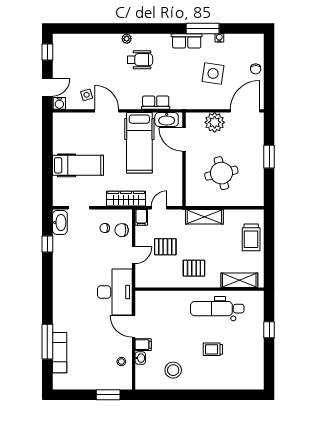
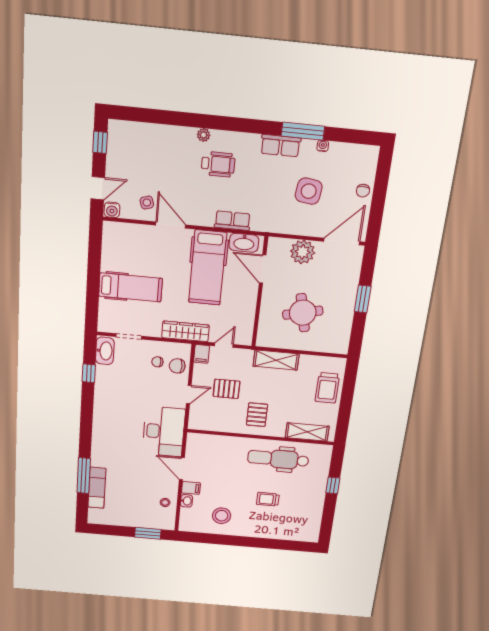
pallet: (194, 268) -> (257, 415), turned 90

